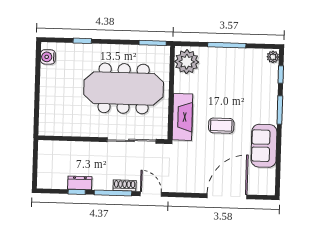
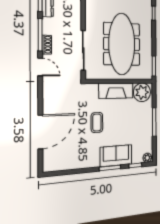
fireplace: (182, 117) -> (116, 91), moved
sofa: (264, 146) -> (116, 156), moved
door: (151, 194) -> (40, 67), hinge flipped
door: (227, 196) -> (40, 132), hinge flipped

